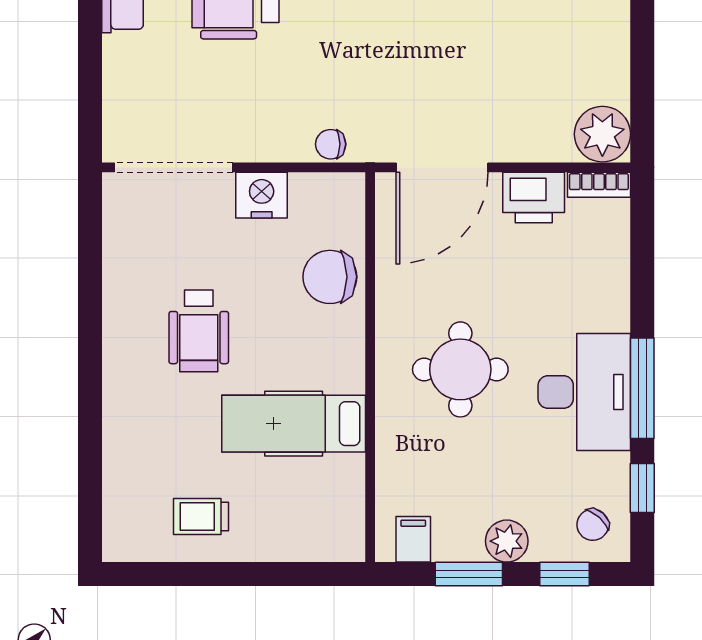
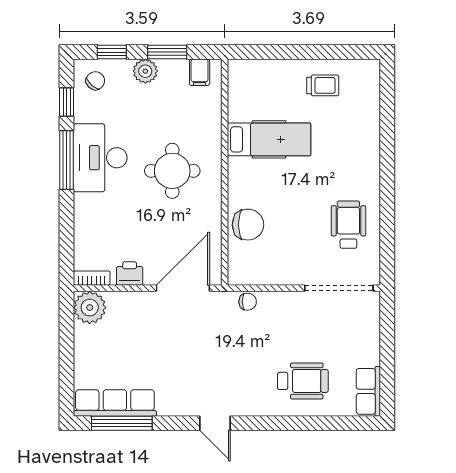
nightstand: (262, 195) -> (288, 272), removed
printer: (534, 198) -> (130, 274), width x0.73, depth x0.81
wheelchair: (199, 331) -> (348, 225), moved

